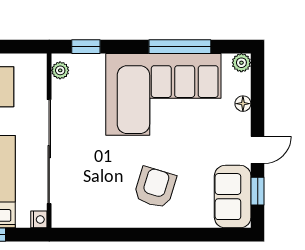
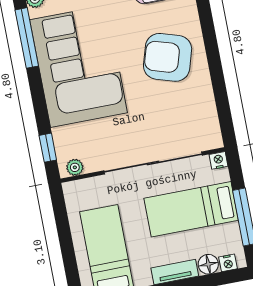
window: (180, 47) -> (27, 38), moved
armchair: (155, 188) -> (168, 57), width x1.36, depth x1.36

